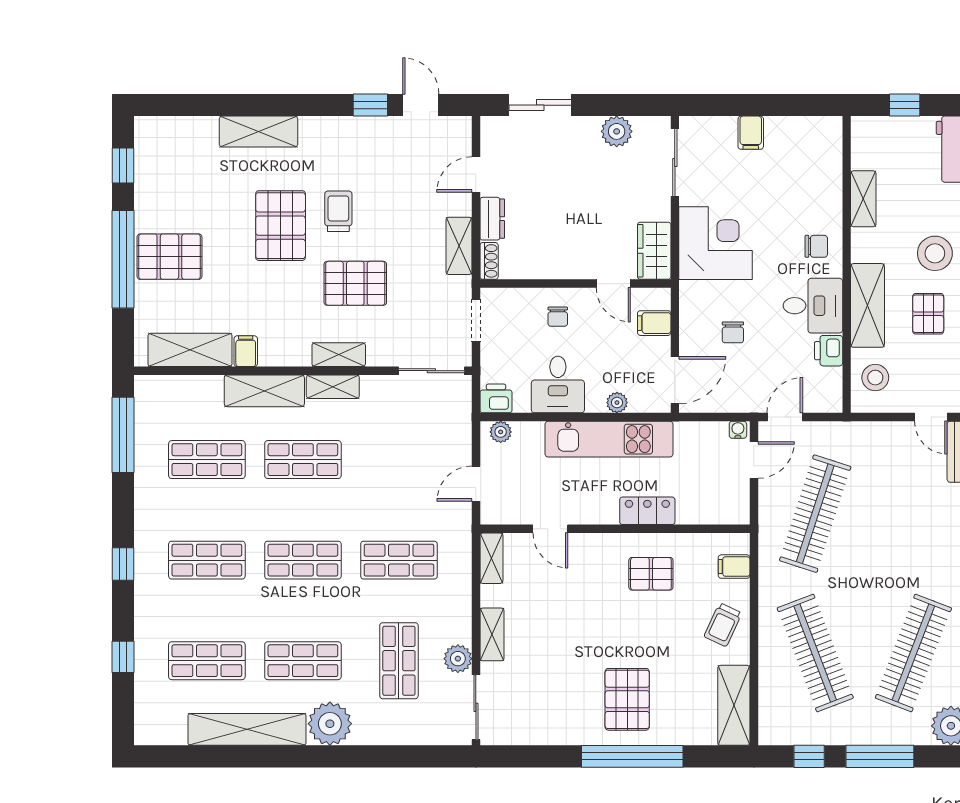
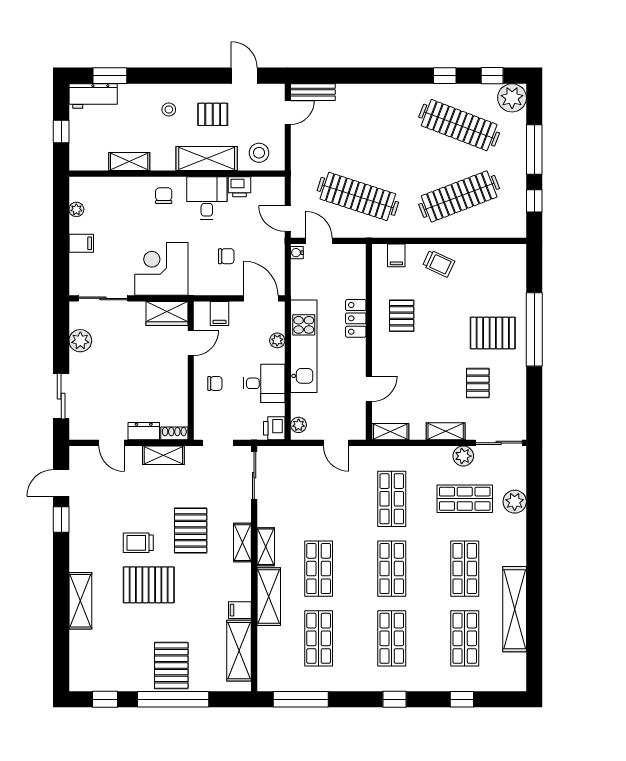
plant: (797, 126) -> (76, 209), added
stool: (935, 253) -> (169, 109), width x0.53, depth x0.53
pallet: (558, 679) -> (478, 383), added
shelving: (734, 705) -> (497, 256), removed
plant: (330, 724) -> (515, 502), moved, width x0.73, depth x0.73

